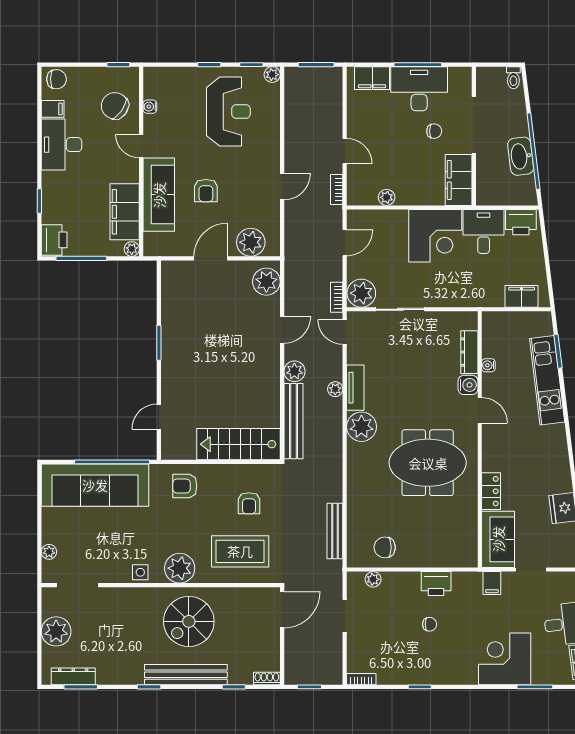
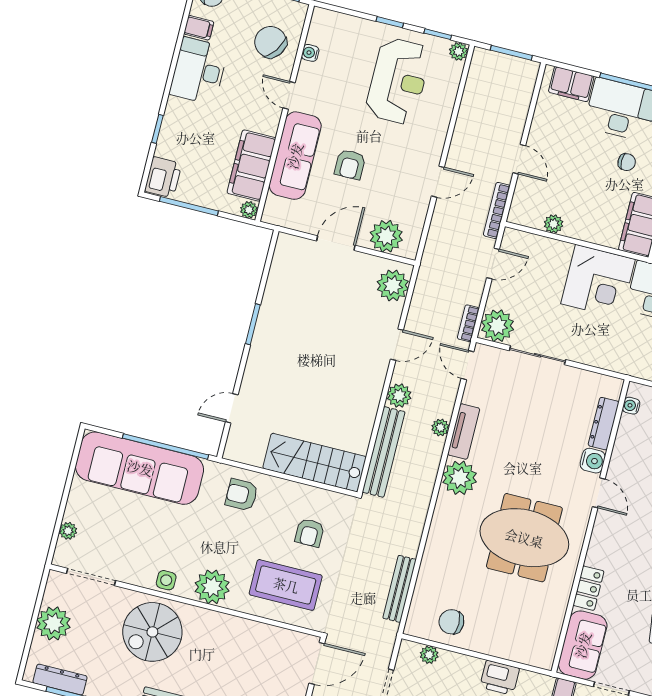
bookcase: (337, 190) -> (497, 210), width x1.56
water cooler: (488, 365) -> (631, 406), moved
spiral stairs: (189, 621) -> (152, 632), moved

